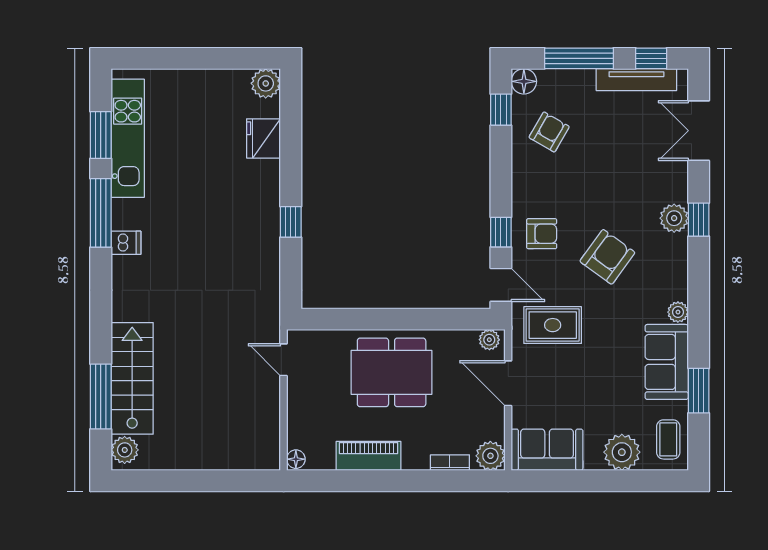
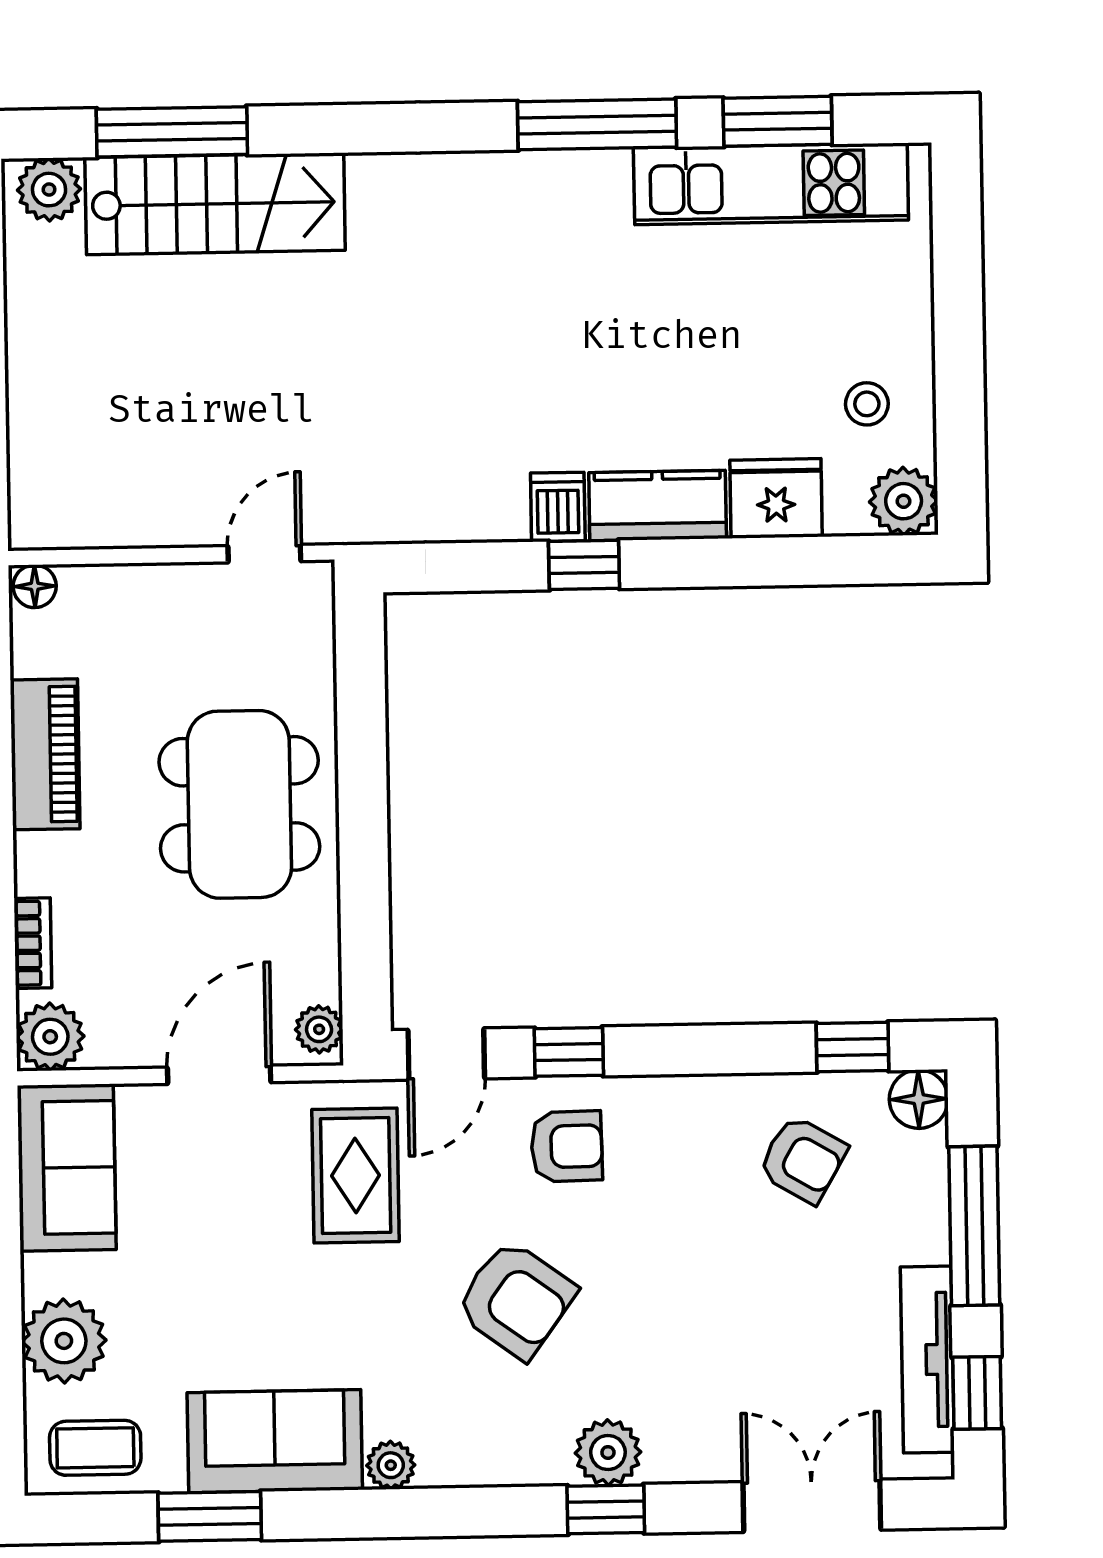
stool: (223, 99) -> (867, 404), added
kitchen counter: (266, 190) -> (658, 506), added
armchair: (542, 234) -> (567, 1146), turned -91
dishwasher: (126, 243) -> (558, 507), moved, turned 180

